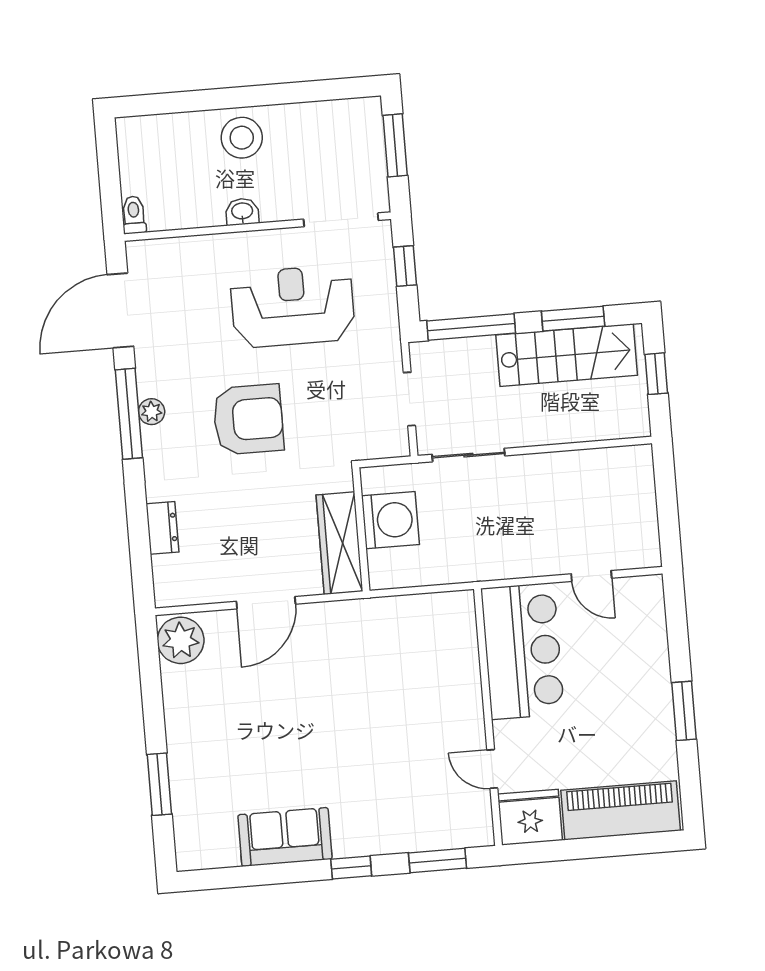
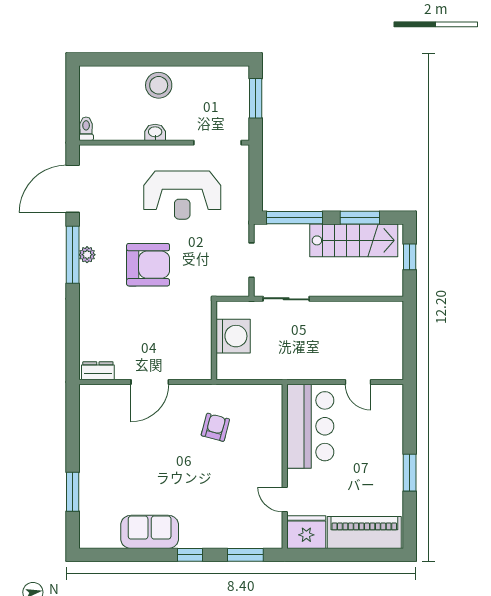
window: (405, 266) -> (256, 175), removed
reception desk: (293, 306) -> (182, 195), turned 180
dresser: (162, 528) -> (98, 371), moved, turned -90
wardrobe: (340, 543) -> (200, 348), removed
plant: (181, 640) -> (94, 402), removed
armchair: (374, 665) -> (215, 427), added

